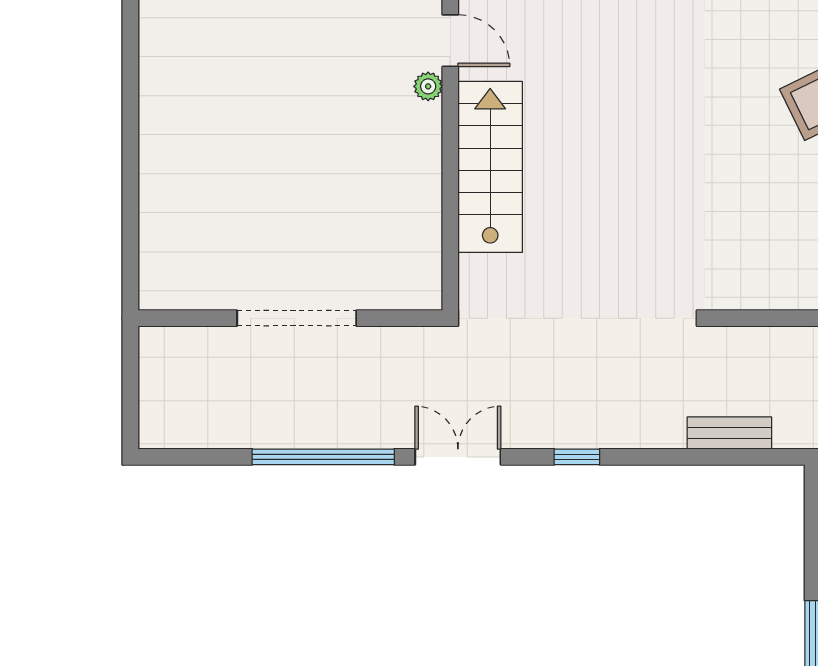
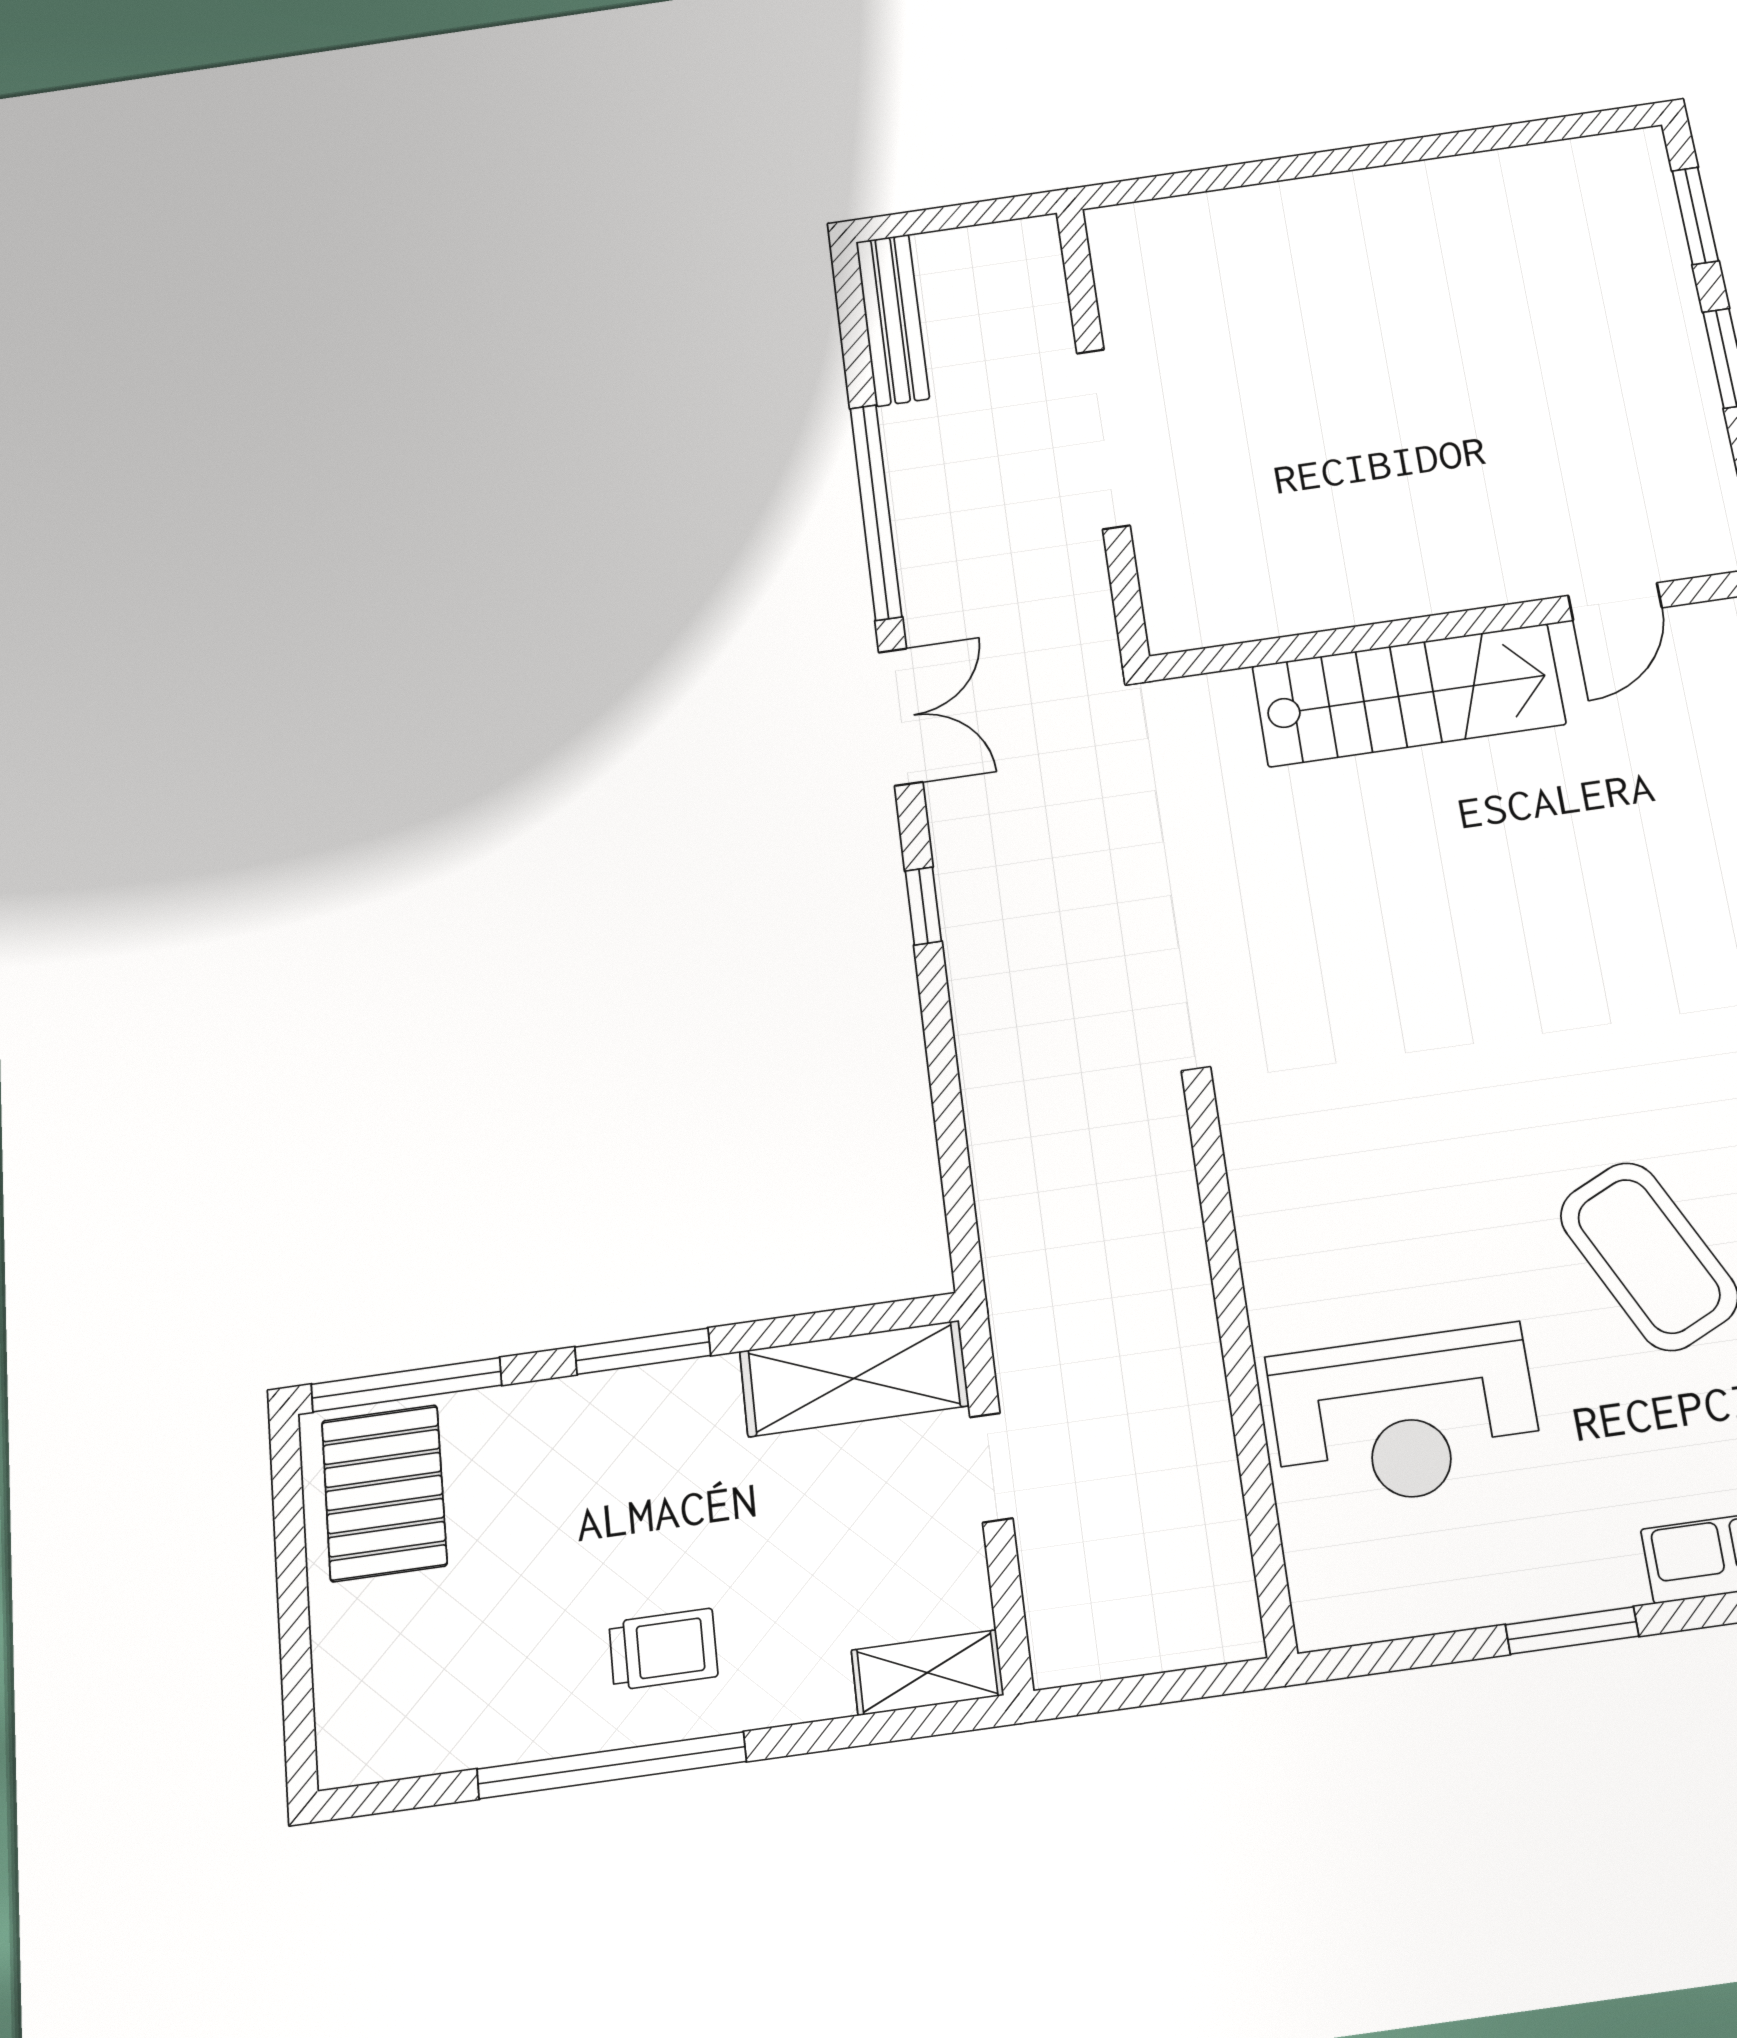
plant: (428, 86) -> (1530, 579), removed
bench: (729, 433) -> (893, 320), moved, width x1.36

